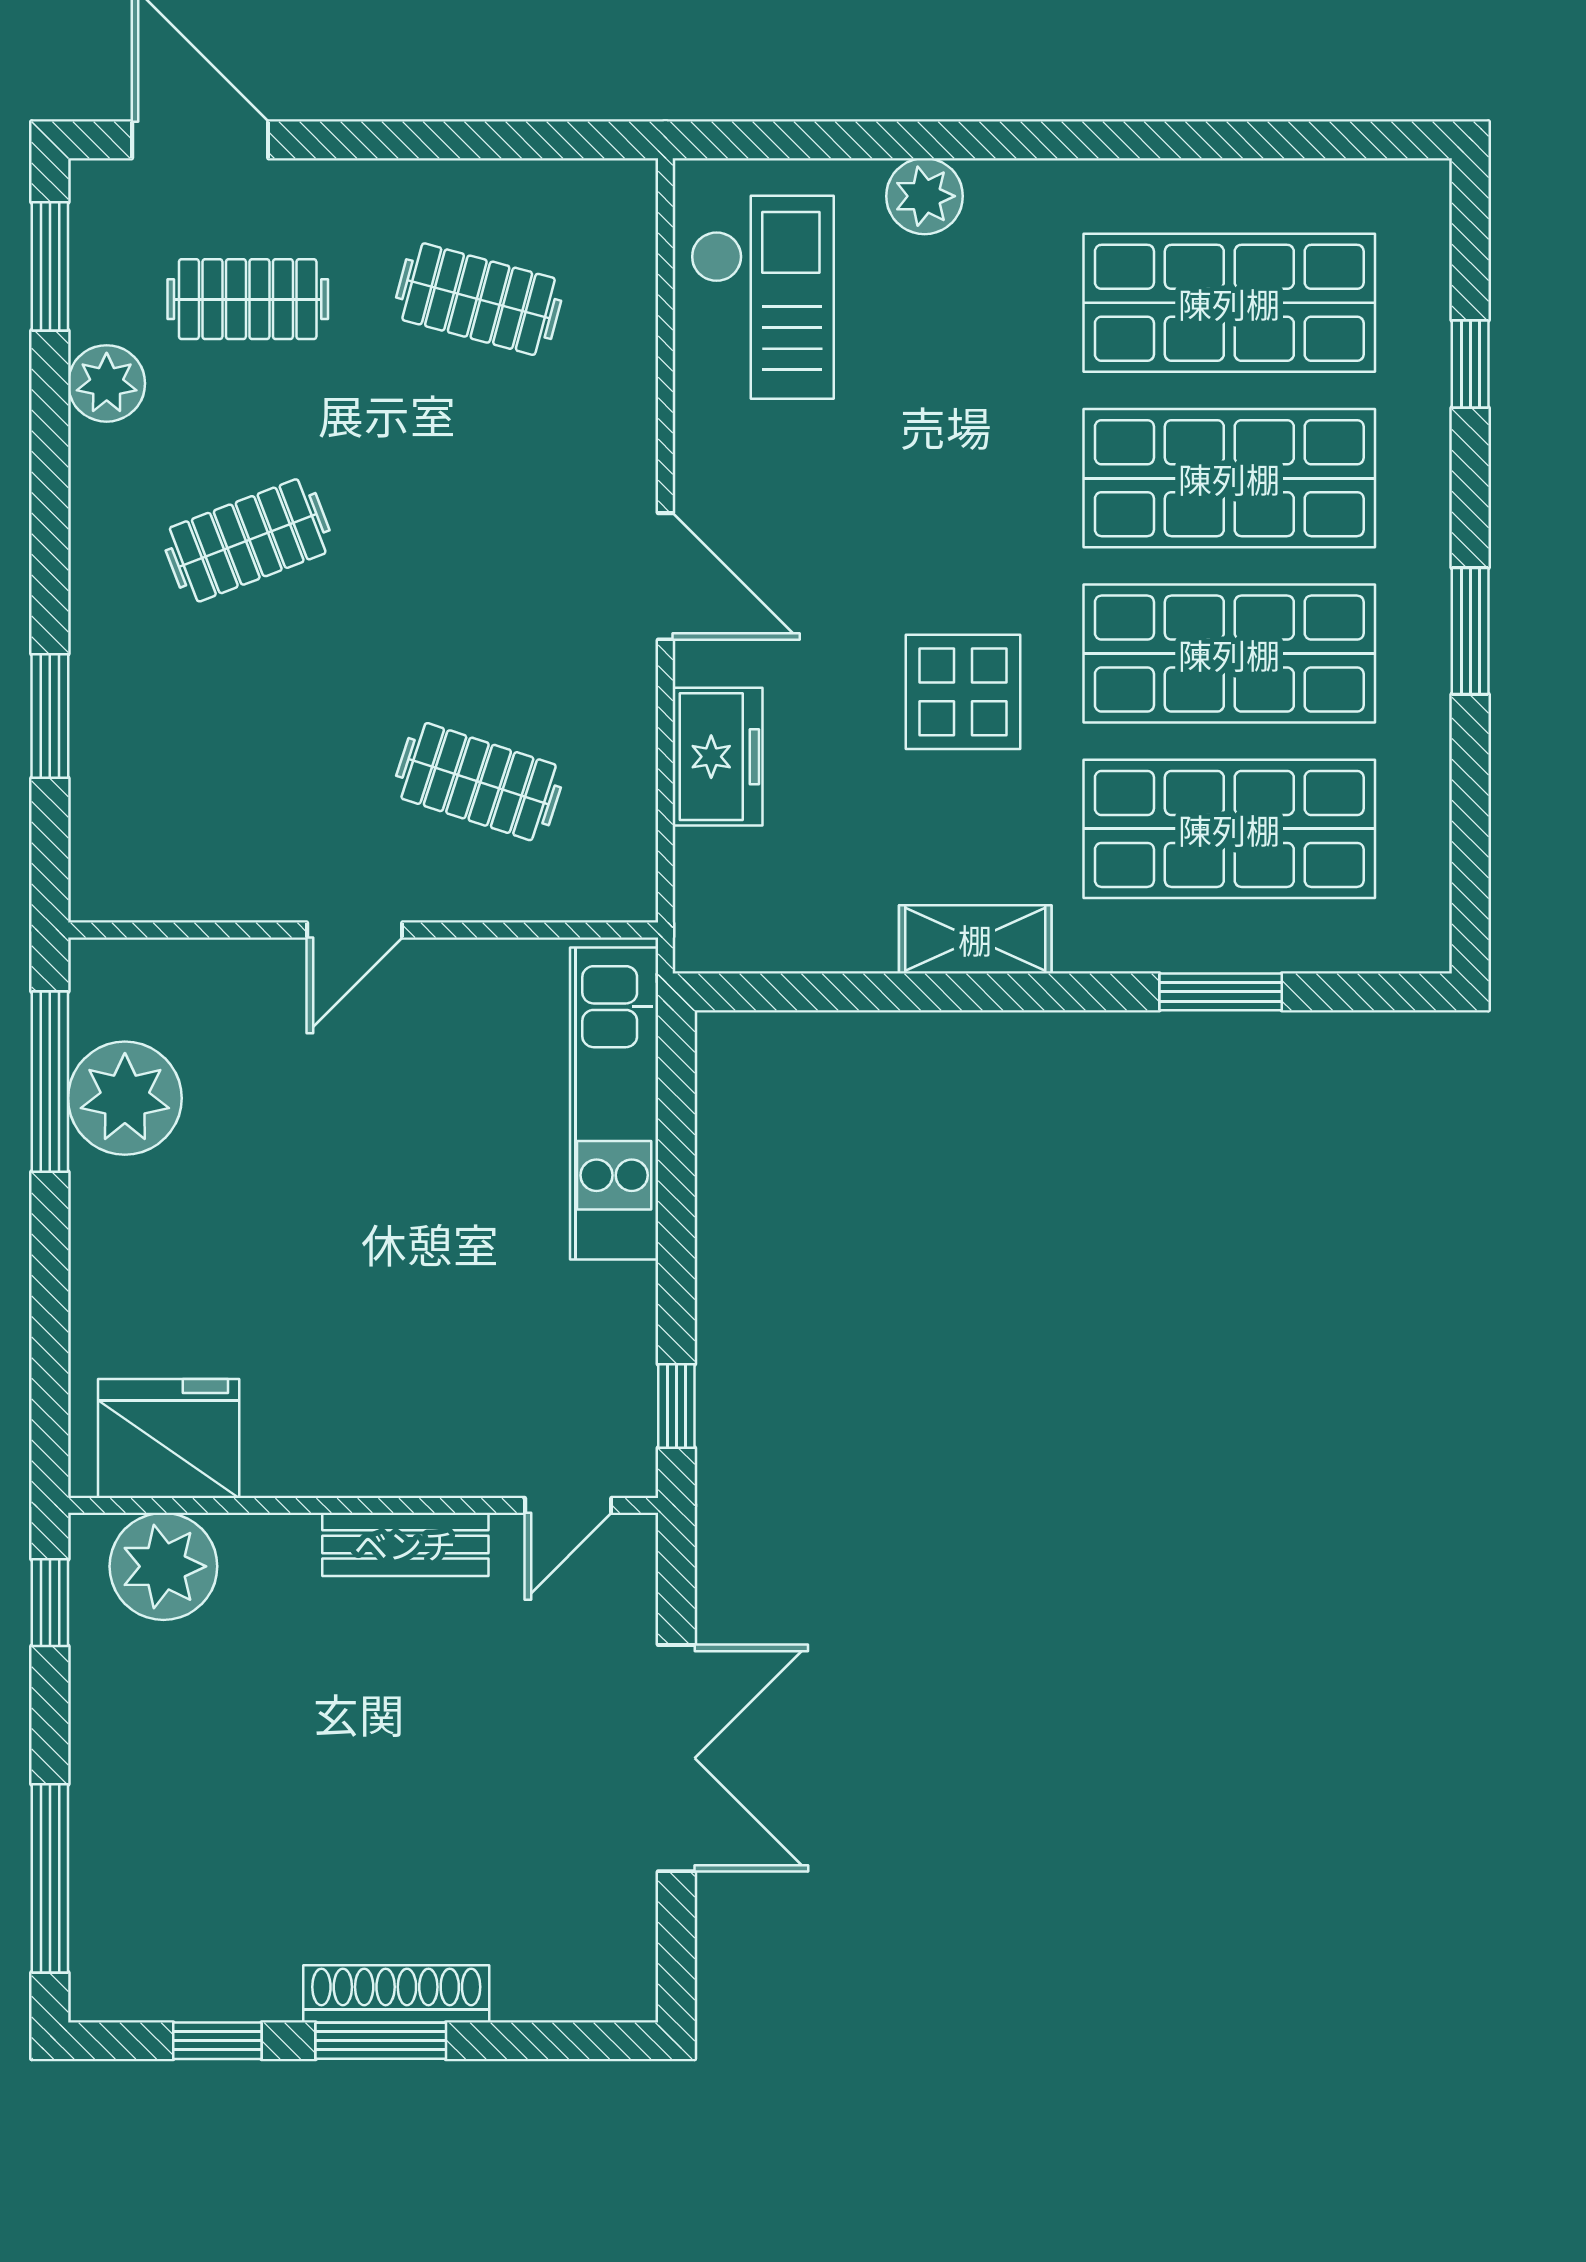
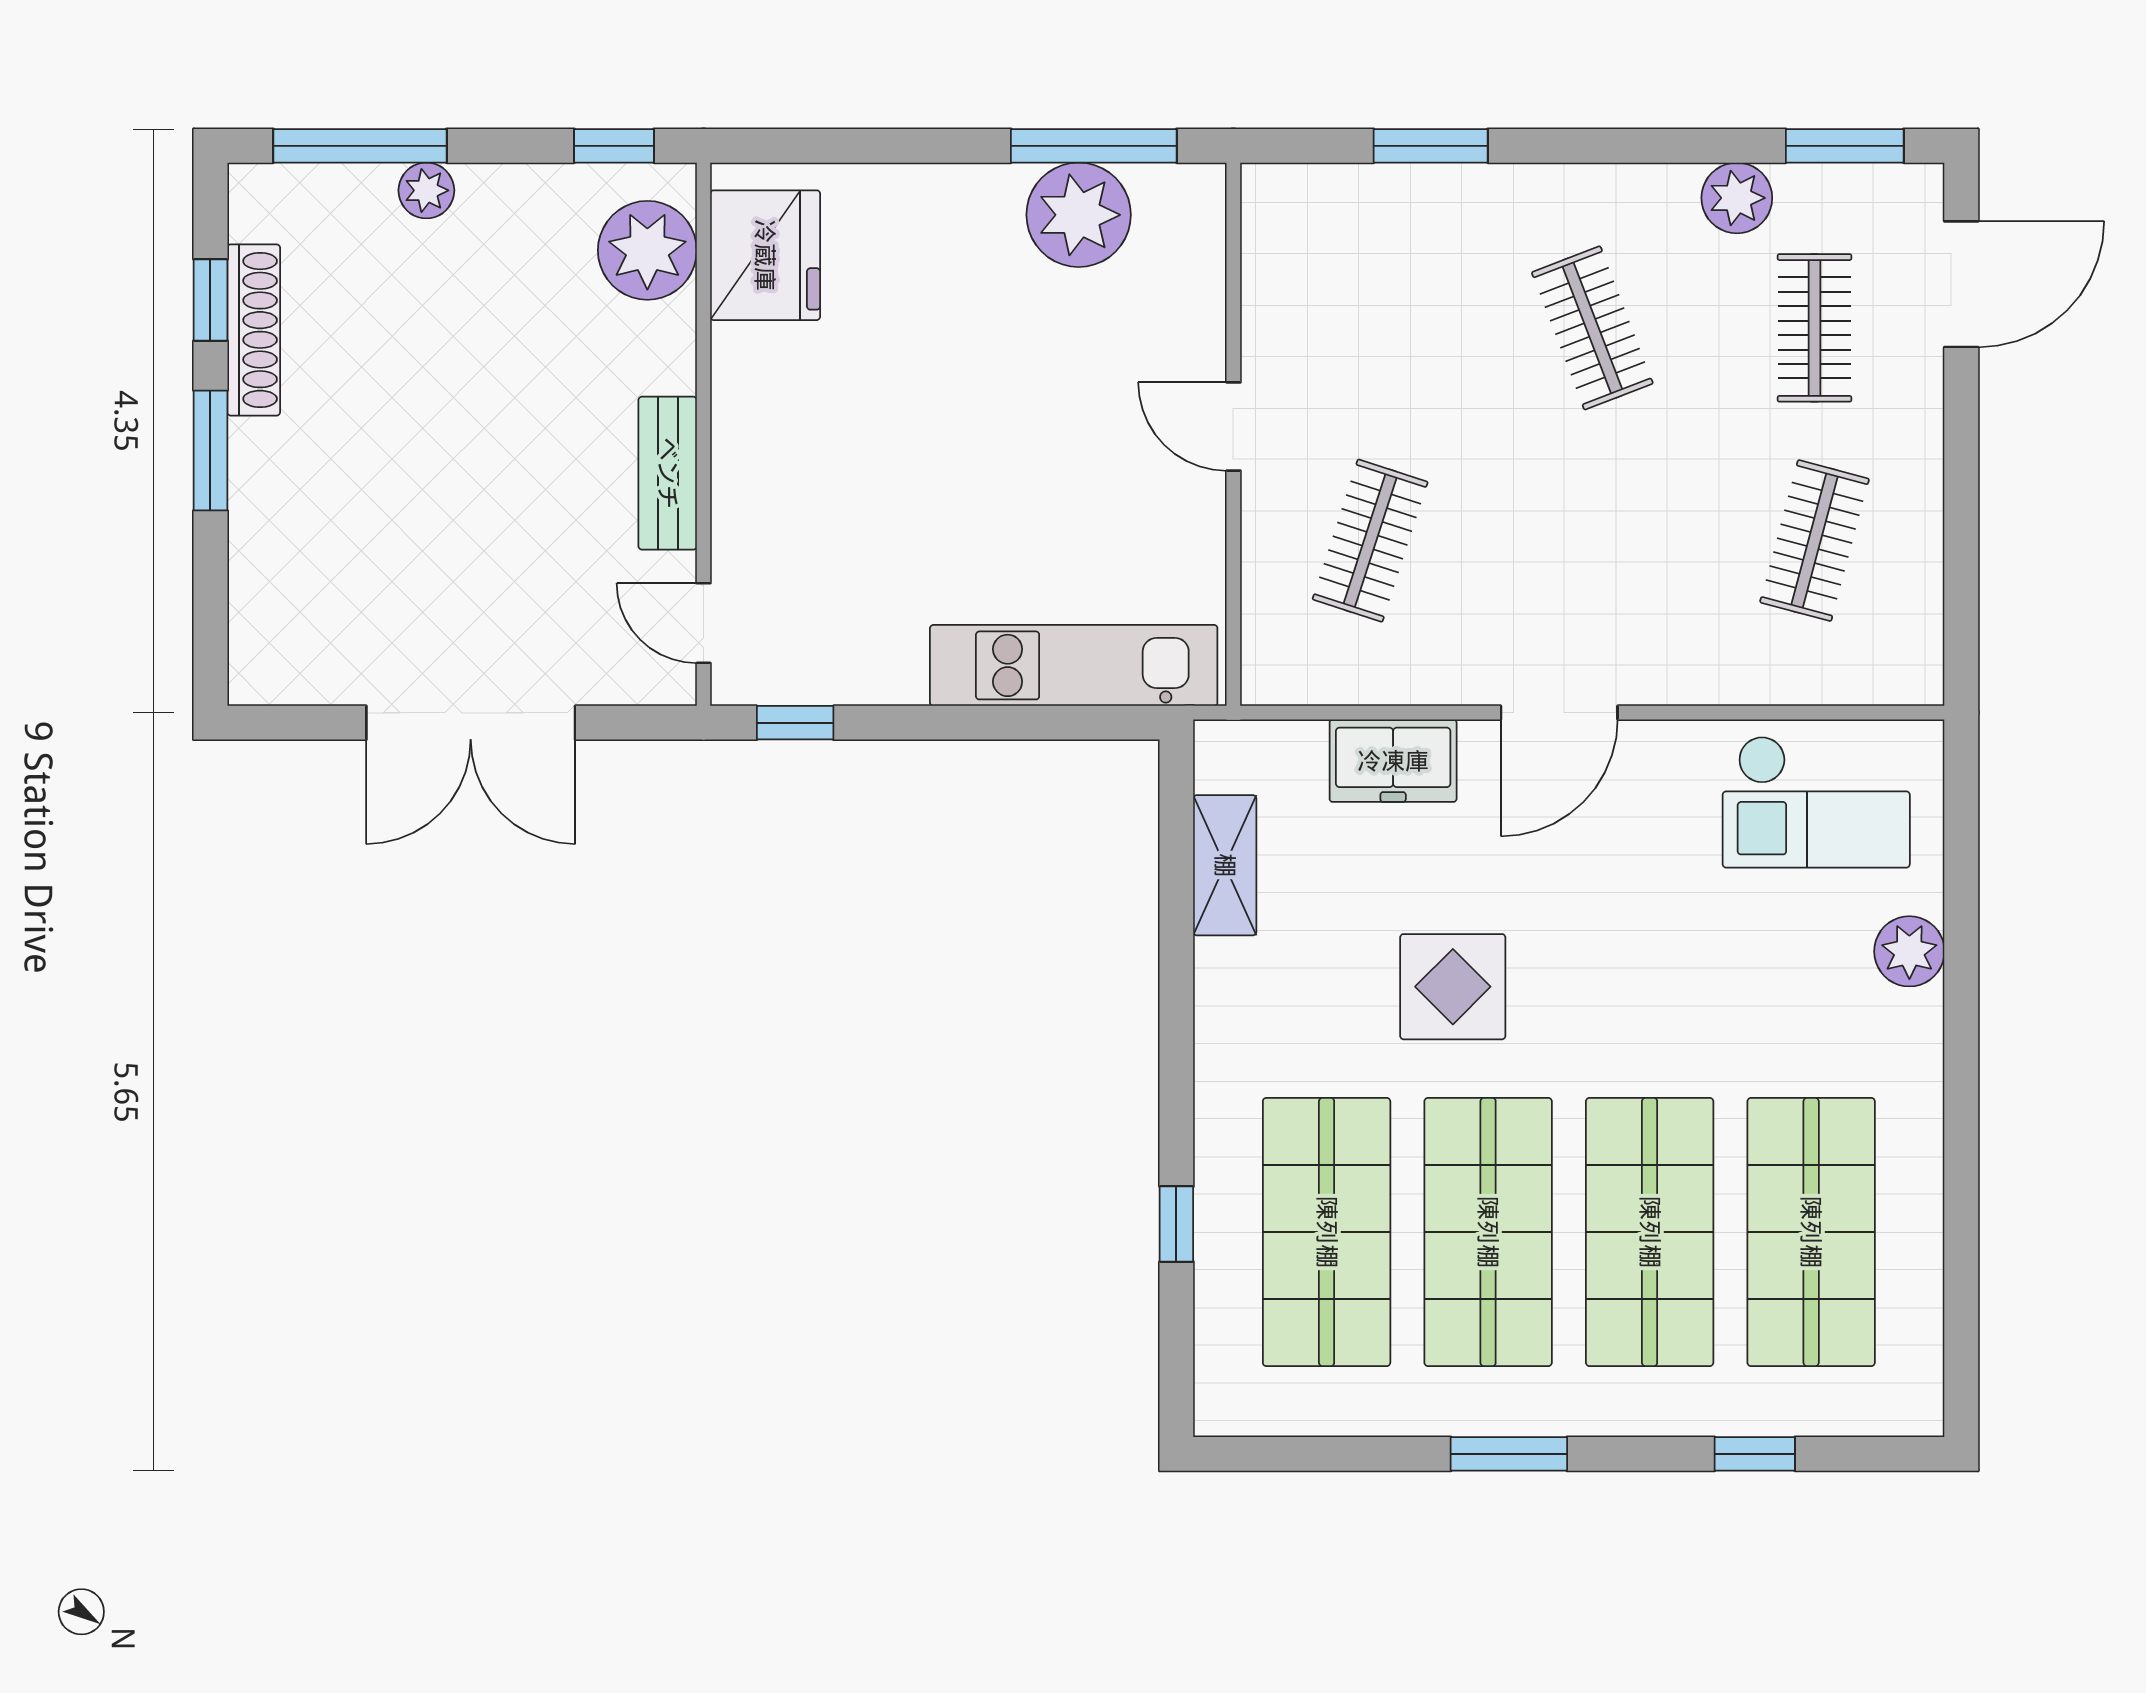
shelving: (975, 939) -> (1225, 865), moved
window: (1221, 992) -> (1176, 1224), width x0.67
plant: (98, 1806) -> (426, 190), added
shoe rack: (396, 1994) -> (254, 330), moved

